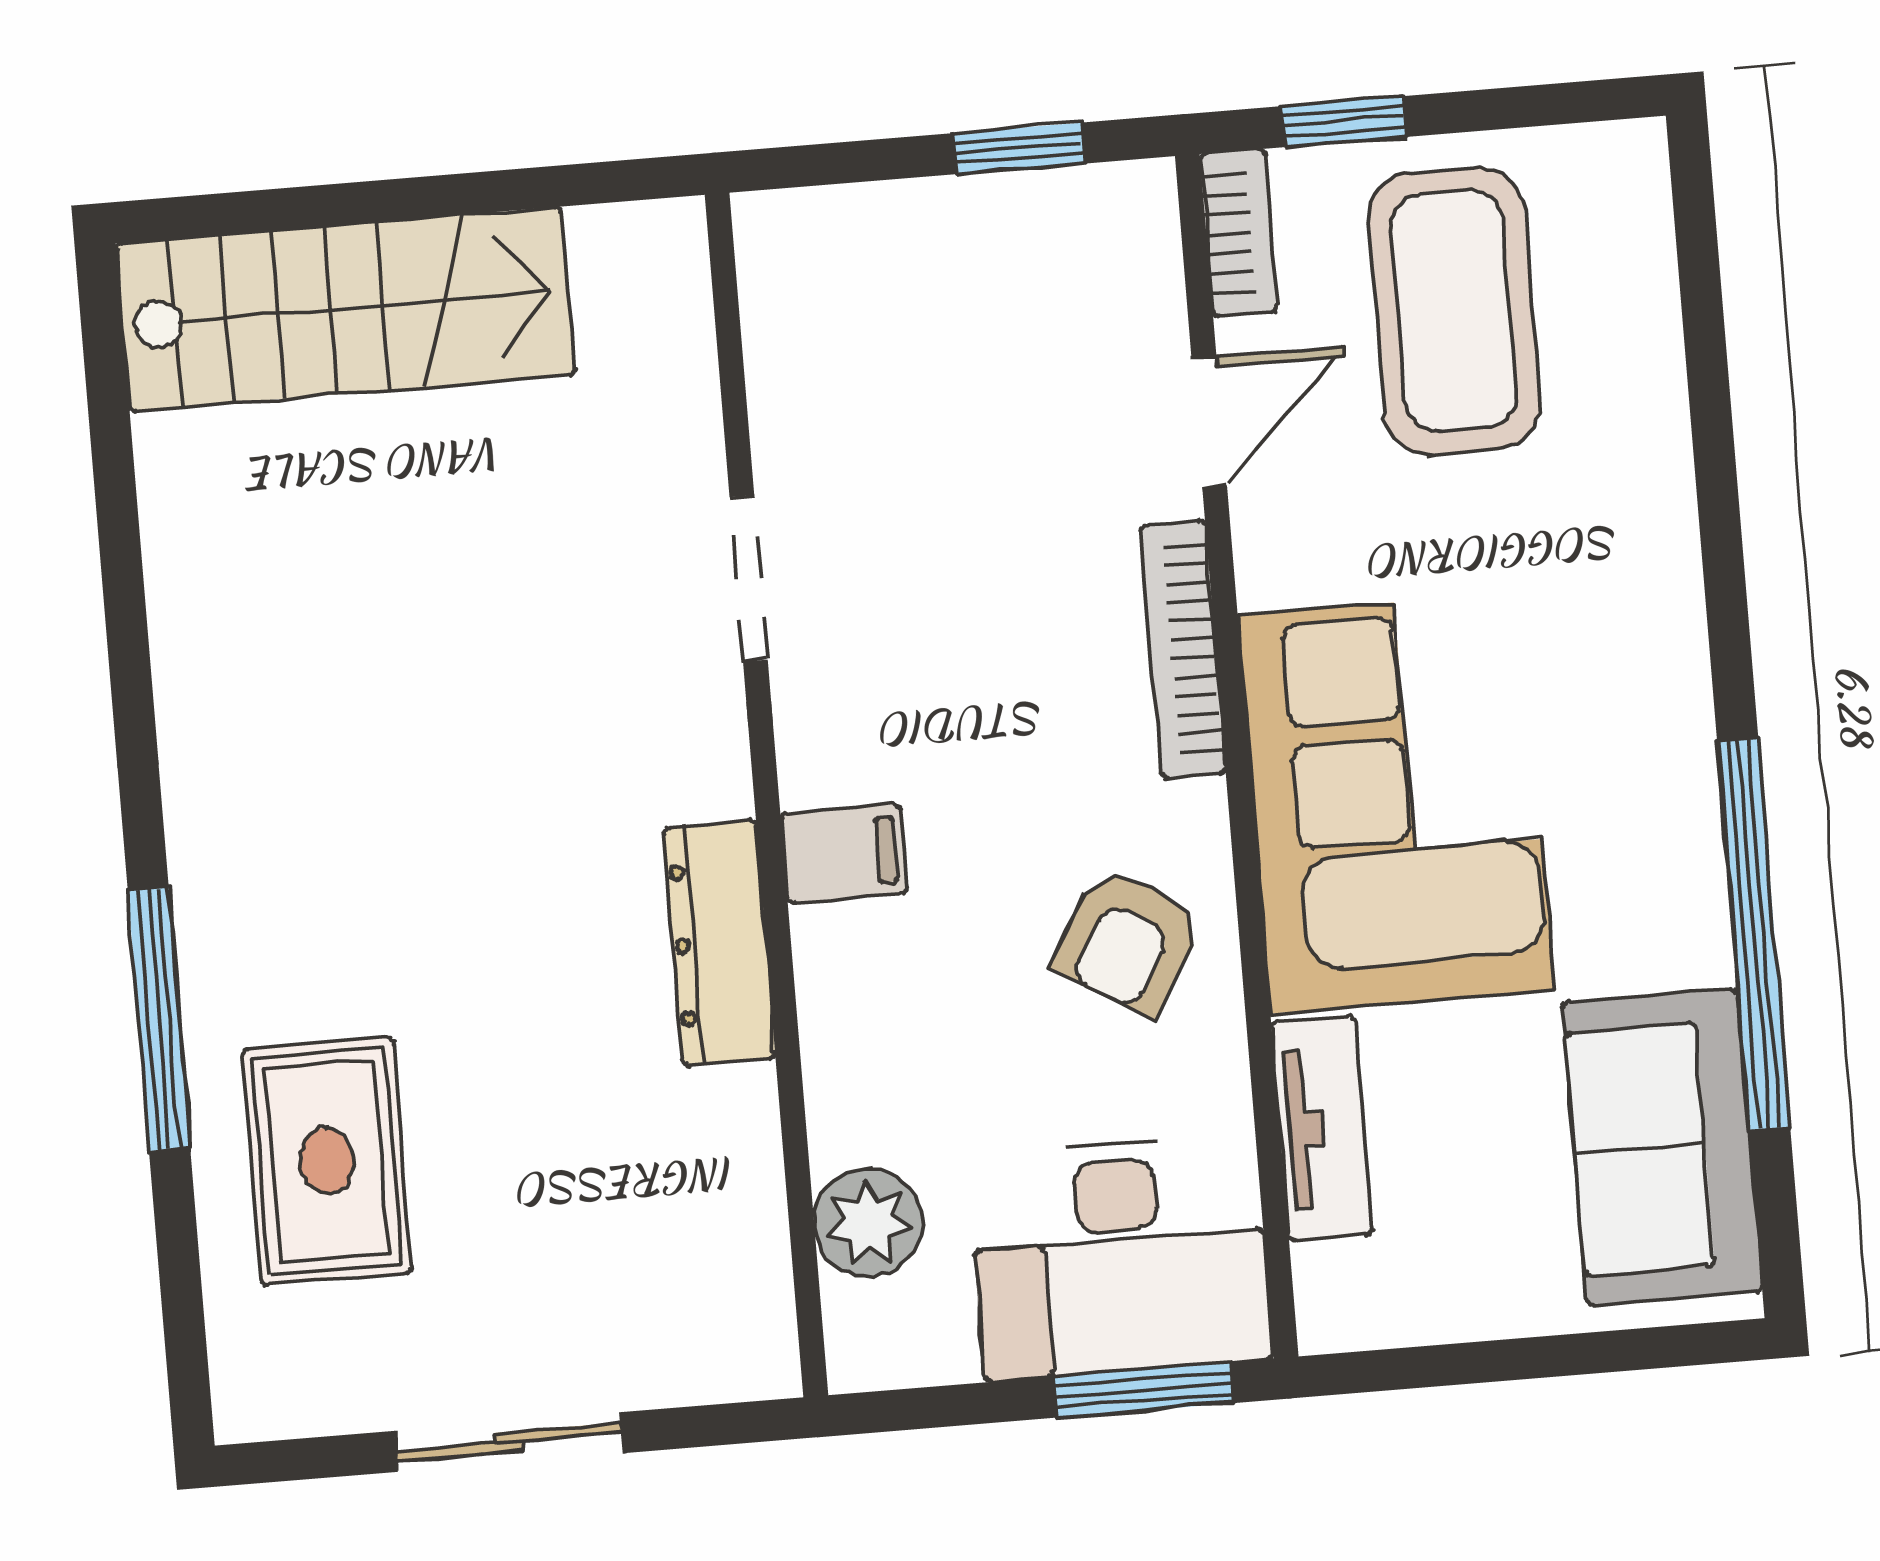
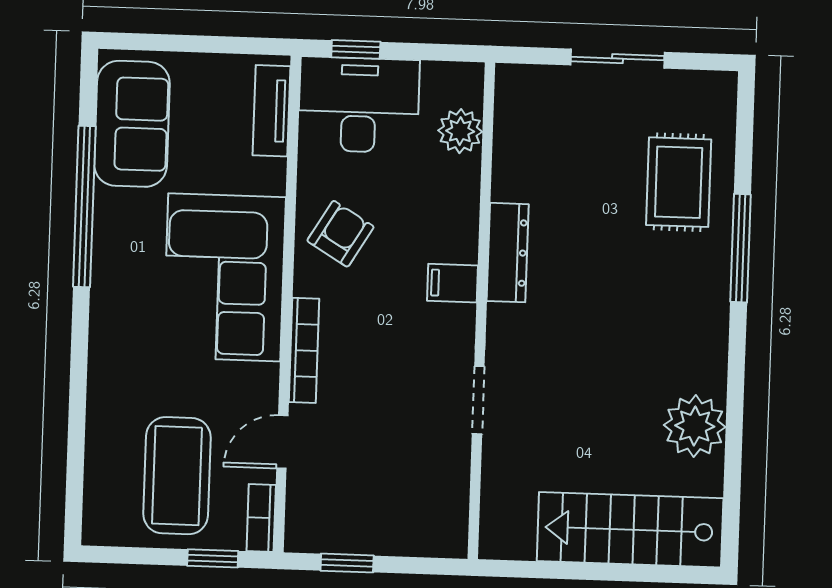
plant: (219, 577) -> (695, 426), added
tv unit: (1322, 1128) -> (272, 111), moved
window: (1143, 1390) -> (356, 49), width x0.67

